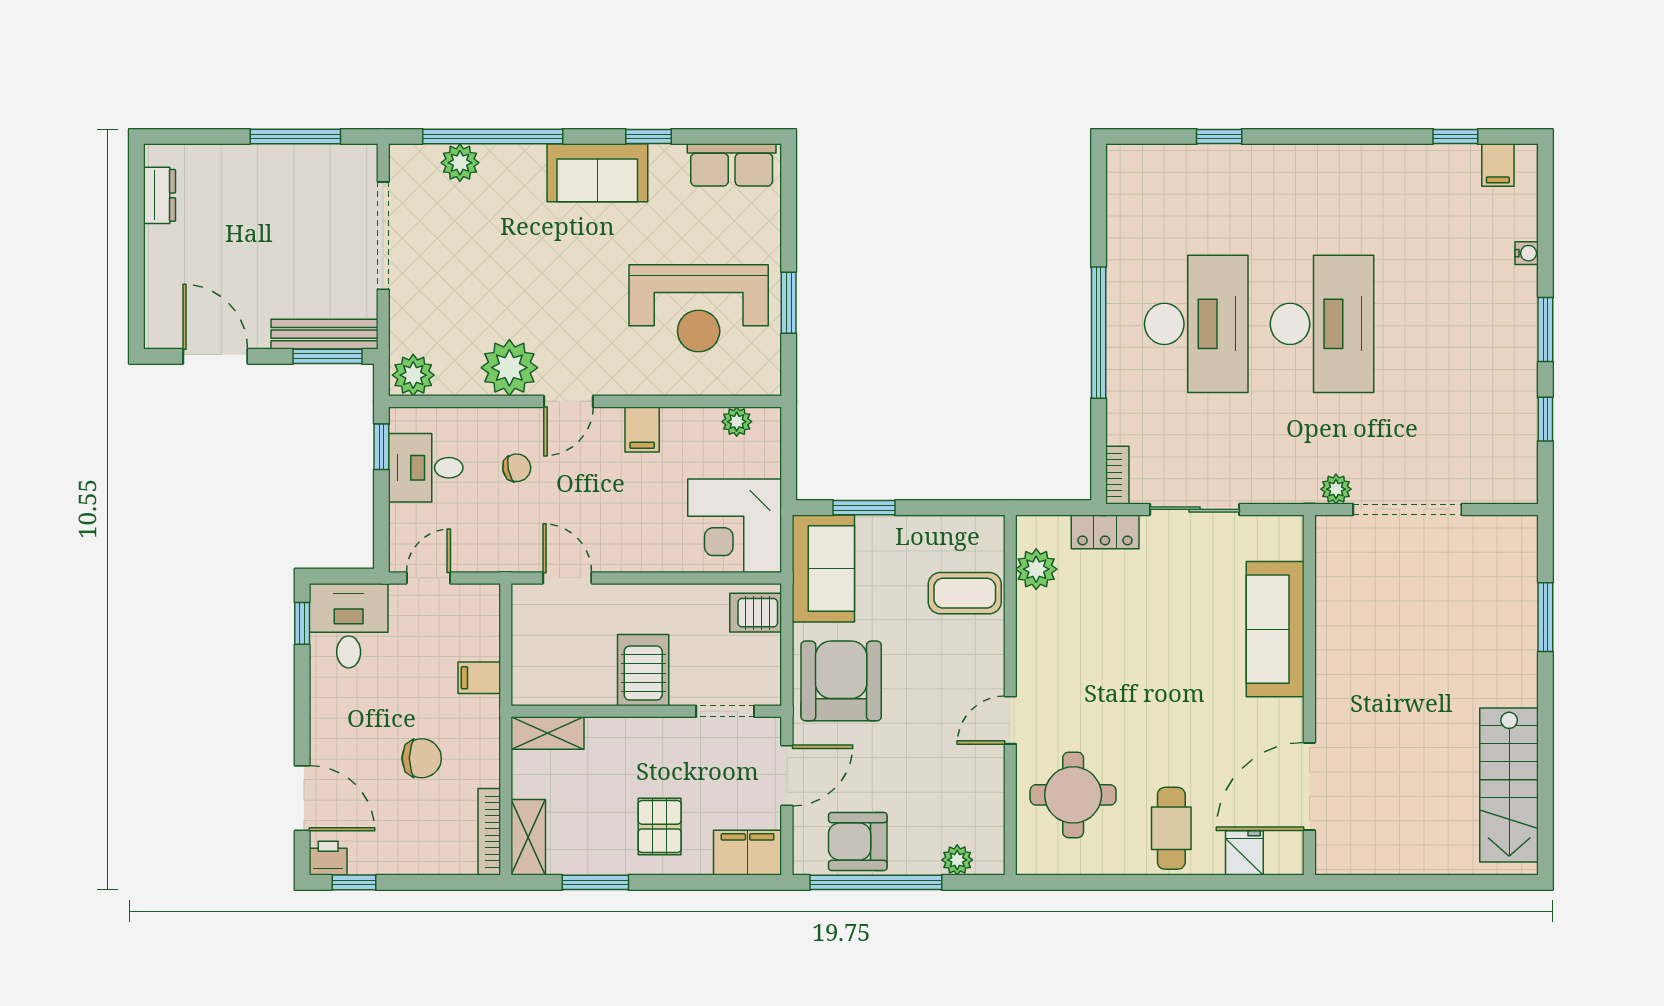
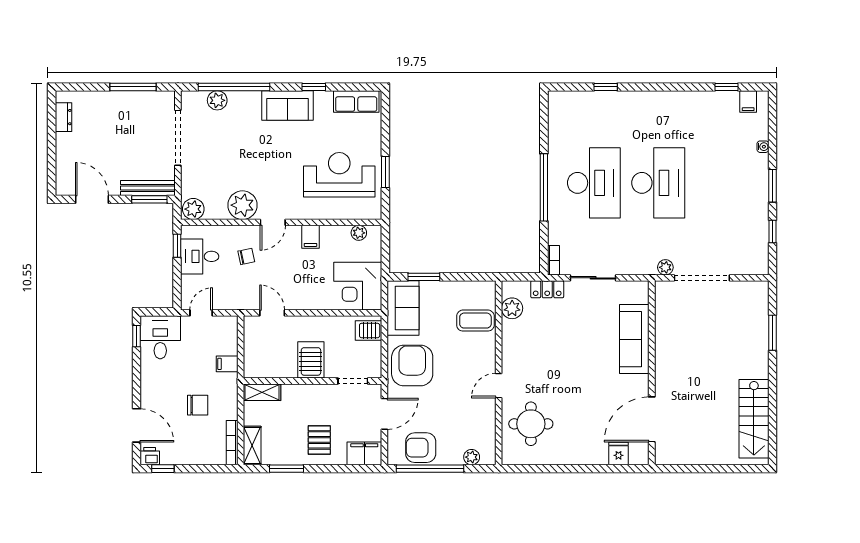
reception desk: (699, 308) -> (339, 175), turned 180
cafe table: (1171, 828) -> (581, 441), removed

